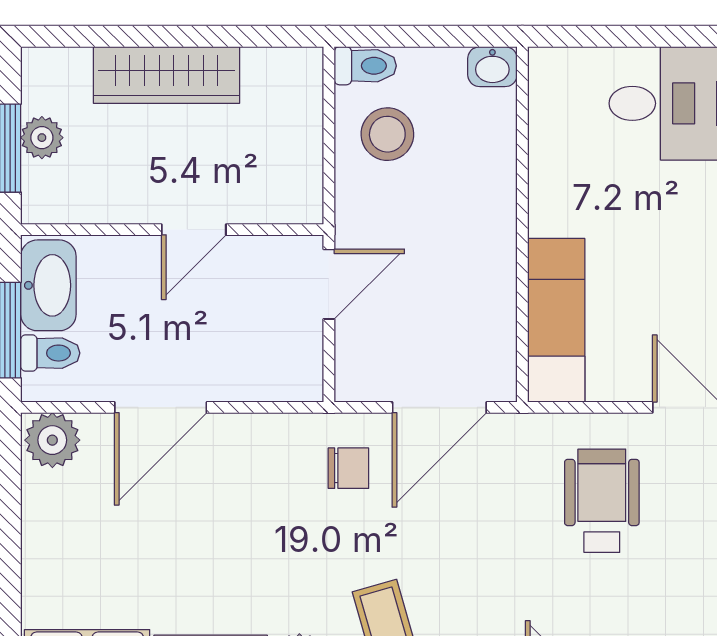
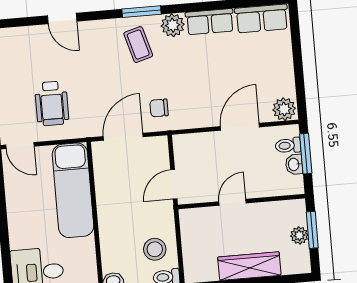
washbasin: (48, 285) -> (294, 164), width x0.52, depth x0.69
exam couch: (556, 320) -> (73, 190), width x1.36, depth x1.45

